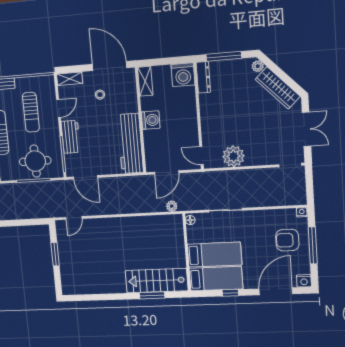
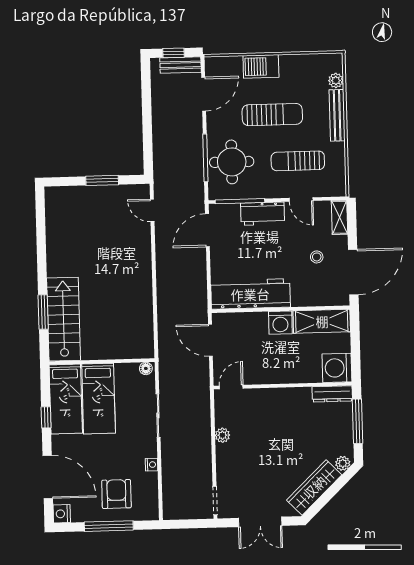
shelving: (145, 81) -> (322, 321), width x1.50, depth x1.33
plant: (233, 156) -> (222, 435), width x0.53, depth x0.53
plant: (172, 206) -> (165, 345), removed
nightstand: (302, 212) -> (152, 465), moved

